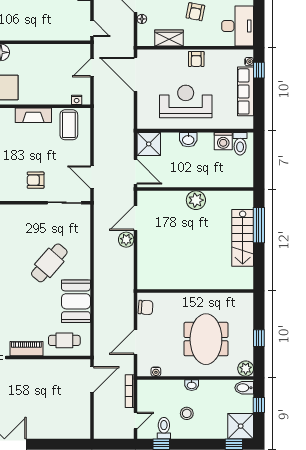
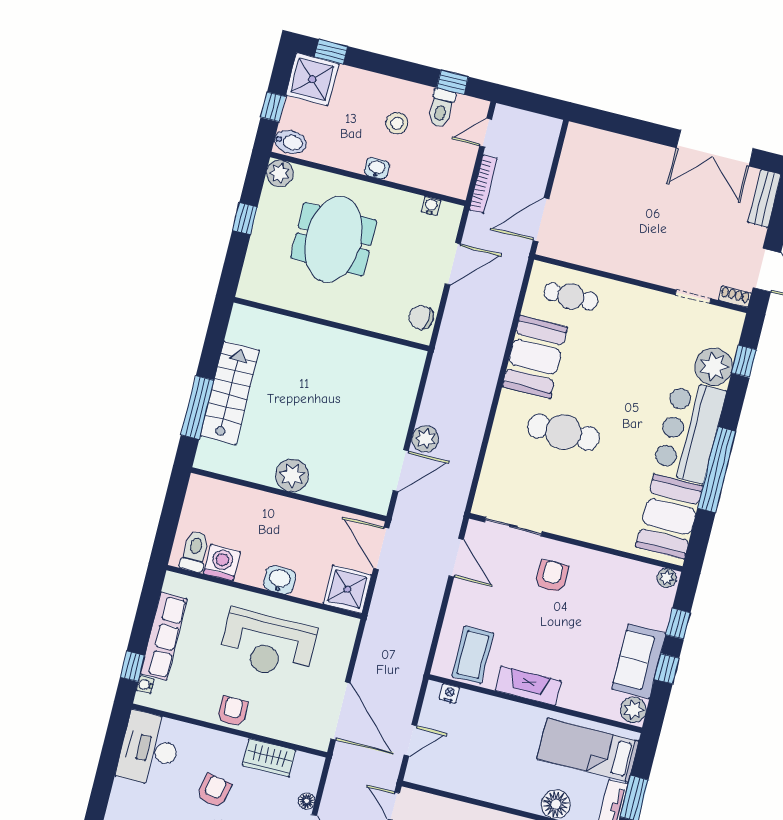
armchair: (36, 180) -> (552, 576), turned -90
cafe table: (49, 263) -> (563, 432), turned 49
piano: (26, 349) -> (638, 299), removed

